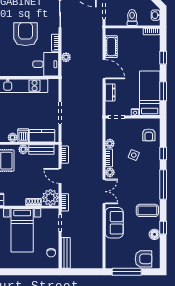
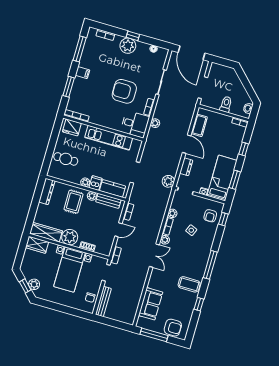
armchair: (25, 34) -> (124, 91), turned -90
plant: (96, 112) -> (168, 181), added
window: (163, 153) -> (223, 219), moved
door: (60, 176) -> (118, 230), swing flipped
plant: (50, 198) -> (70, 237), moved
sofa: (114, 223) -> (151, 304), moved
floor lamp: (154, 234) -> (189, 308), removed

